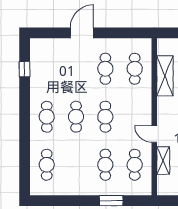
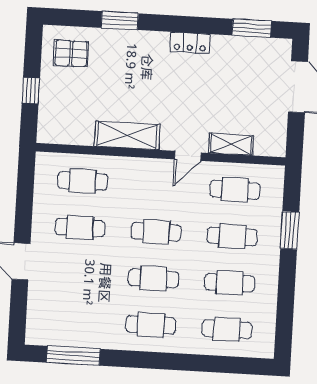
window: (25, 69) -> (73, 356), width x2.17
shelving: (165, 76) -> (127, 135), moved
cafe table: (76, 165) -> (230, 283), added

